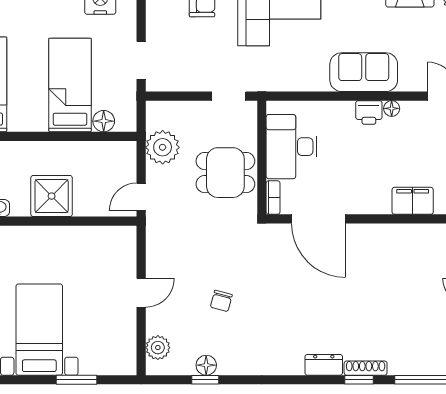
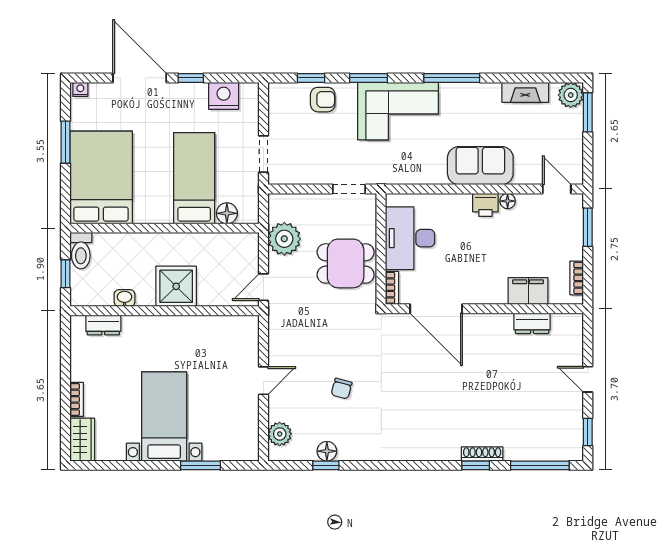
dresser: (324, 365) -> (532, 323), moved, turned 180

